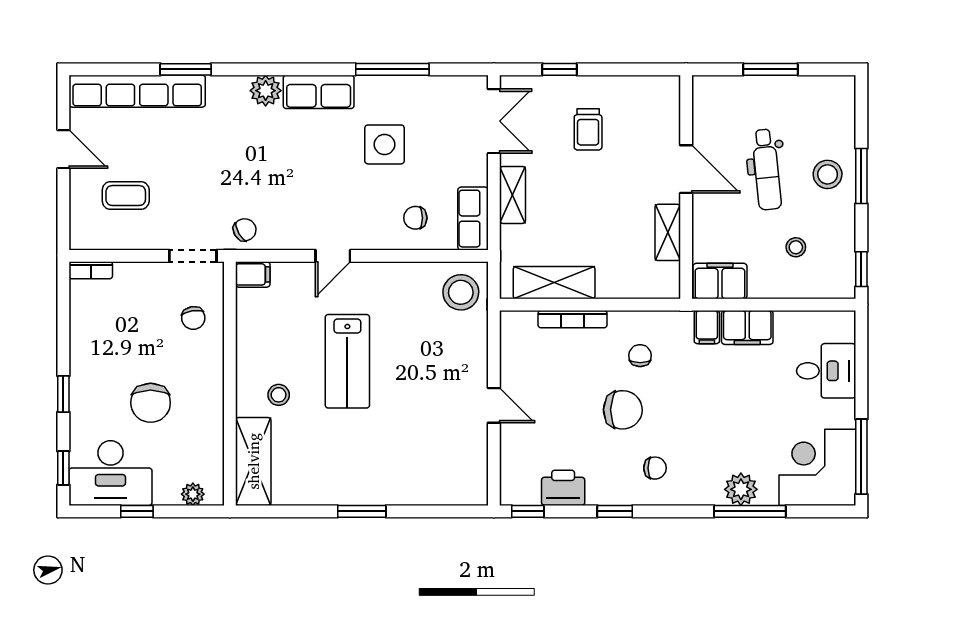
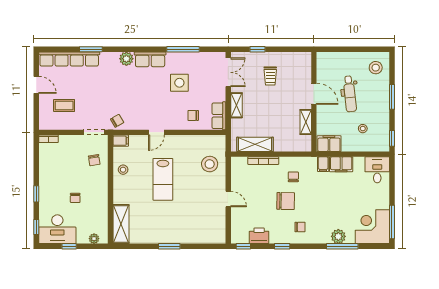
window: (770, 69) -> (351, 49), removed
stool: (828, 174) -> (376, 68), moved
stool: (461, 292) -> (210, 164), moved
desk: (826, 371) -> (377, 170), moved, turned -90
stool: (279, 395) -> (123, 170), moved
chair: (151, 403) -> (75, 198), width x0.54, depth x0.54

